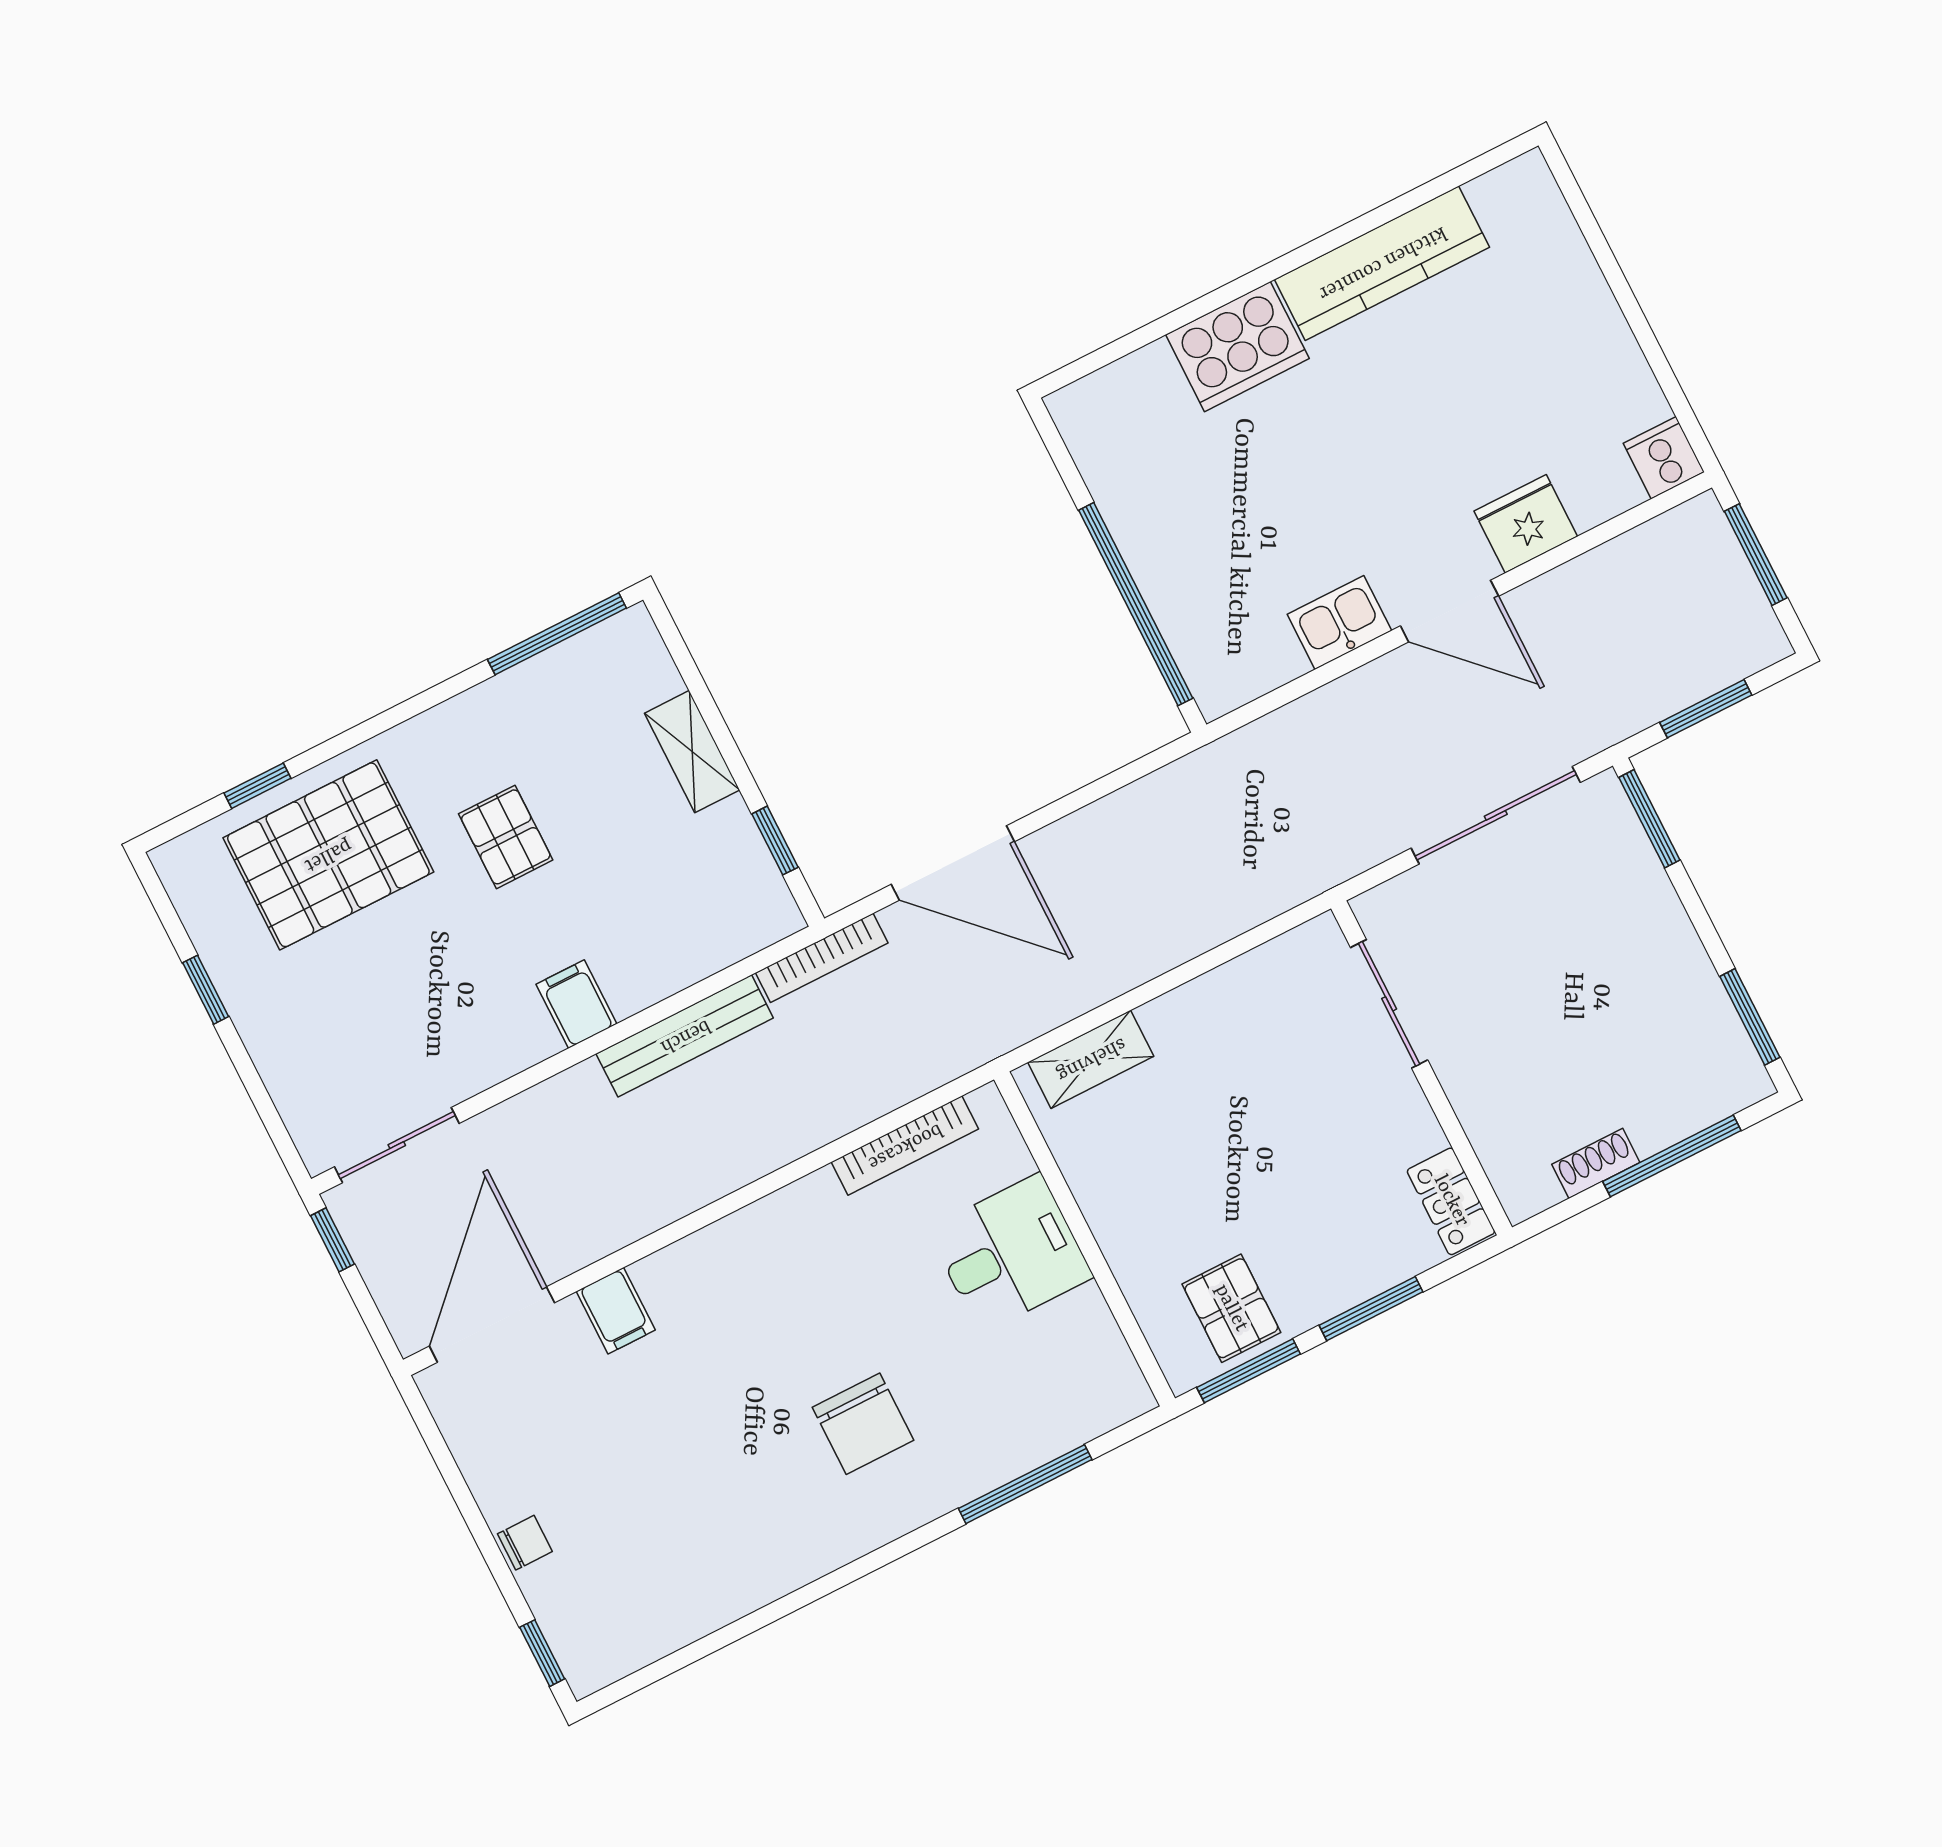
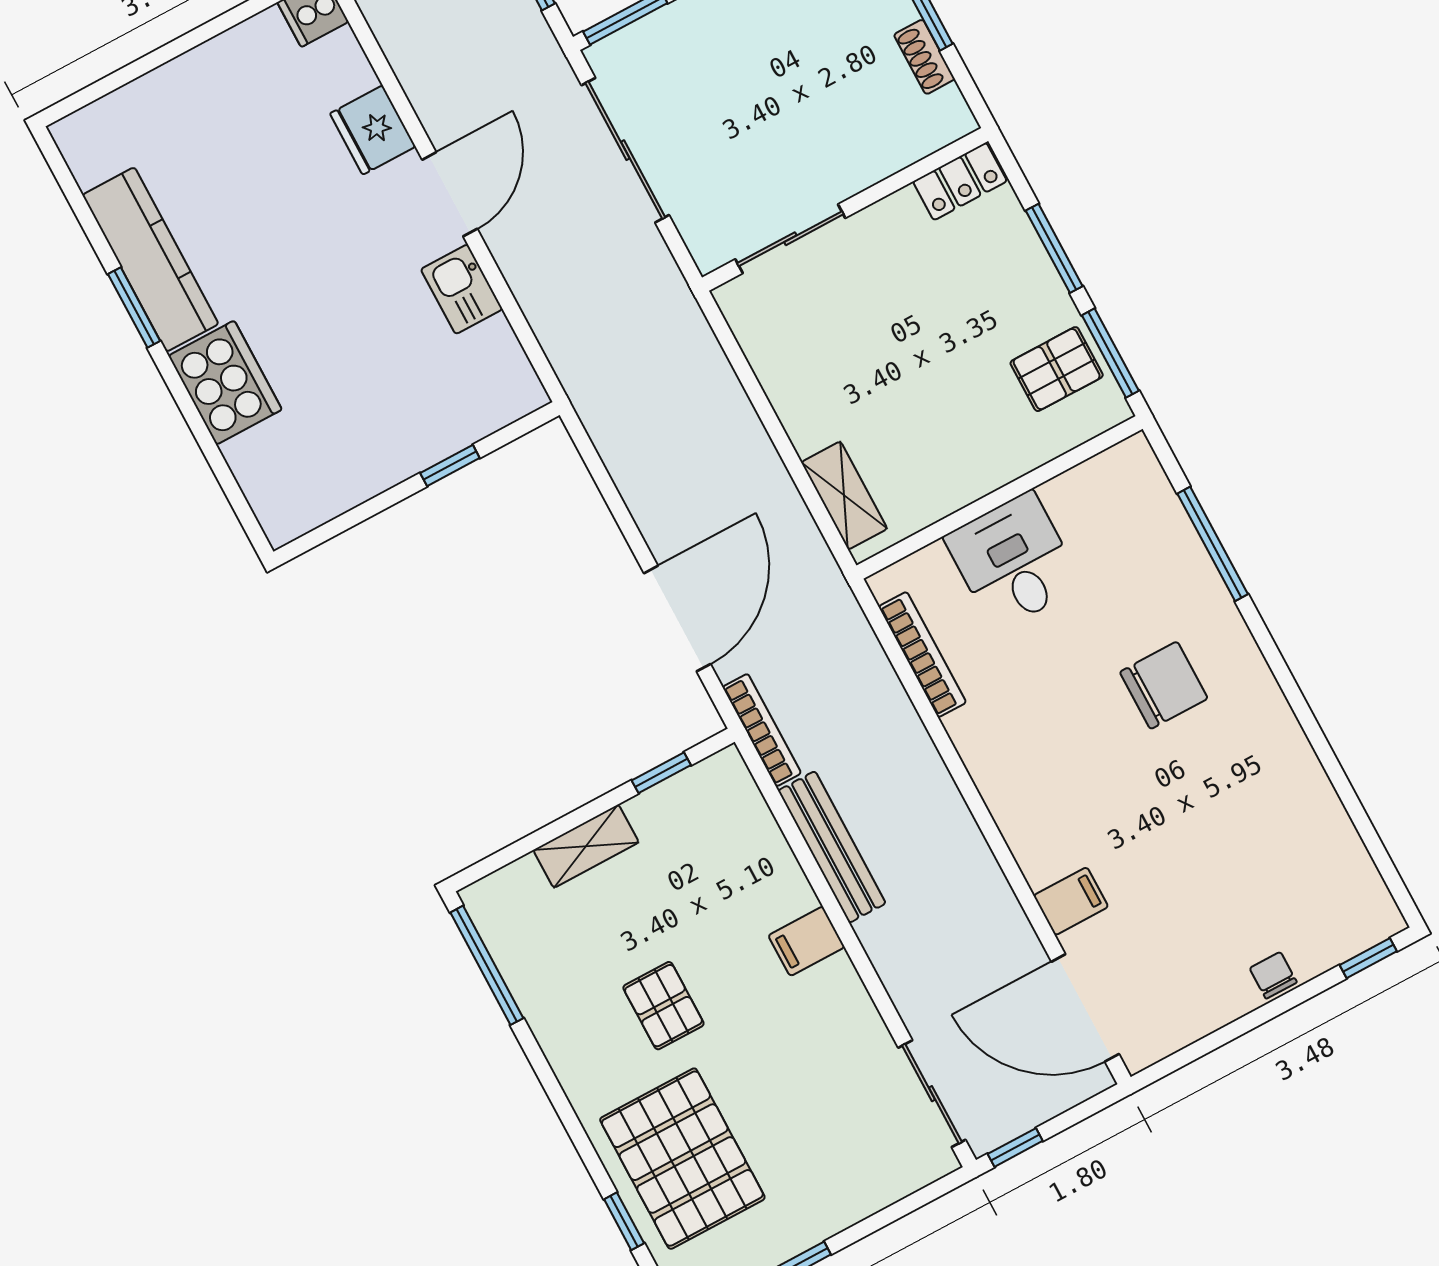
window: (1327, 243) -> (134, 307), added
window: (1136, 604) -> (450, 466), width x0.32
pallet: (506, 837) -> (663, 1006), turned 90

